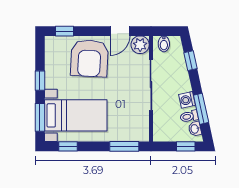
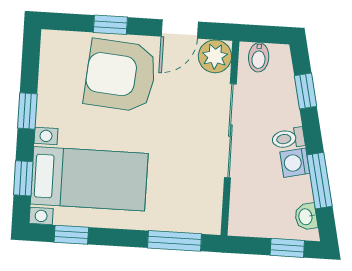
window: (65, 31) -> (110, 25), moved
armchair: (89, 58) -> (120, 76), turned 92
toilet: (189, 116) -> (288, 138), moved
window: (40, 117) -> (23, 178), width x0.67

